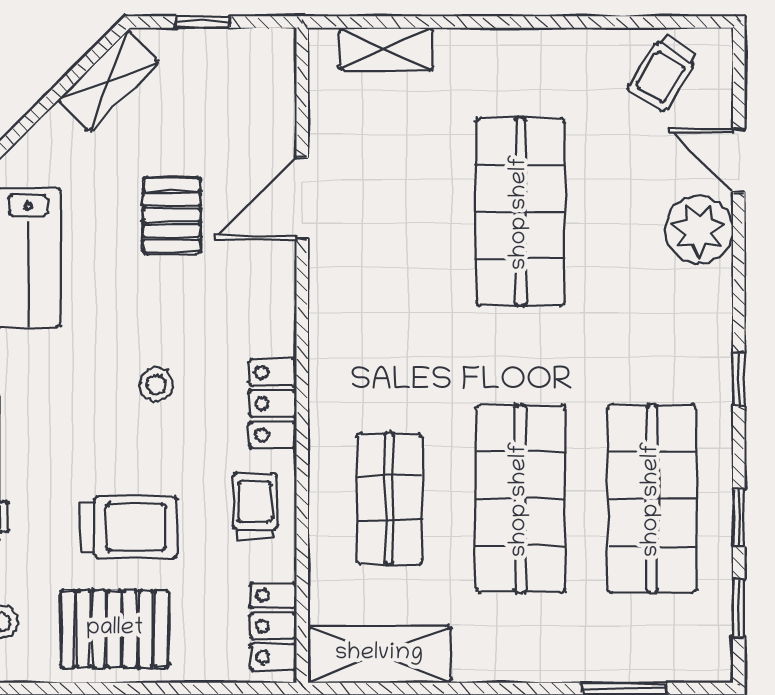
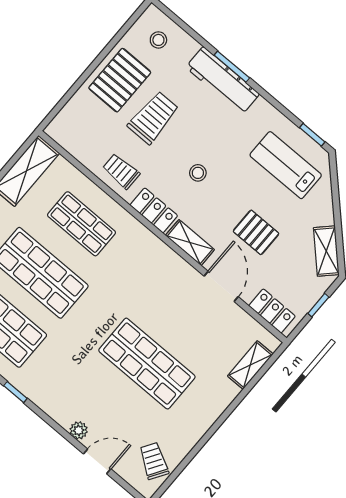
plant: (699, 230) -> (79, 430), width x0.53, depth x0.53
shelving: (275, 305) -> (190, 243), added
trolley: (255, 506) -> (121, 171), turned 180
trolley: (129, 527) -> (153, 118), turned 180
locker: (273, 626) -> (272, 311), moved

